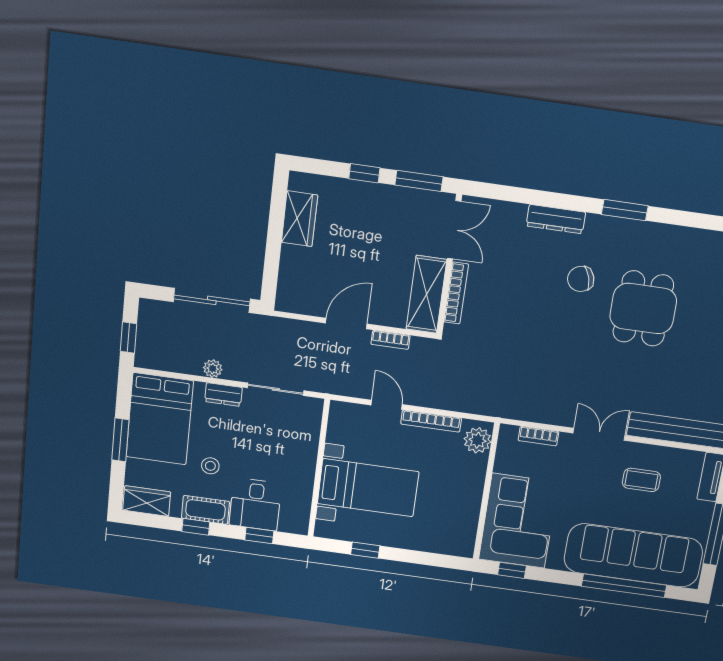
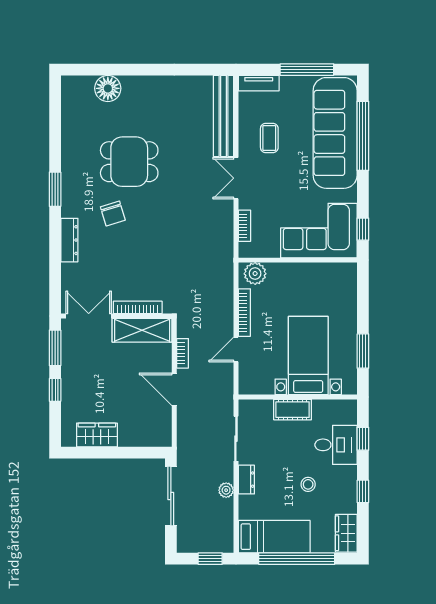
bed: (160, 419) -> (274, 537), width x0.67
window: (120, 440) -> (297, 559), width x2.11
cot: (205, 510) -> (293, 410), moved, turned 90
window: (365, 550) -> (363, 351), width x1.50

